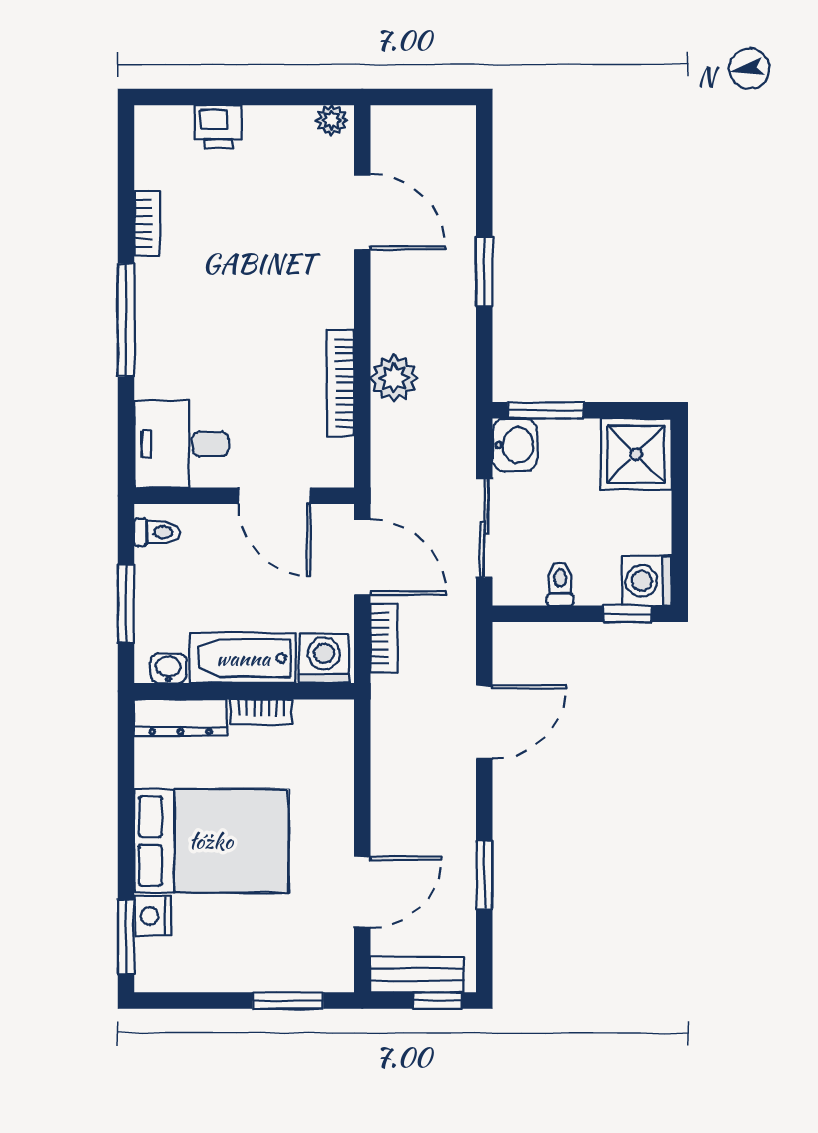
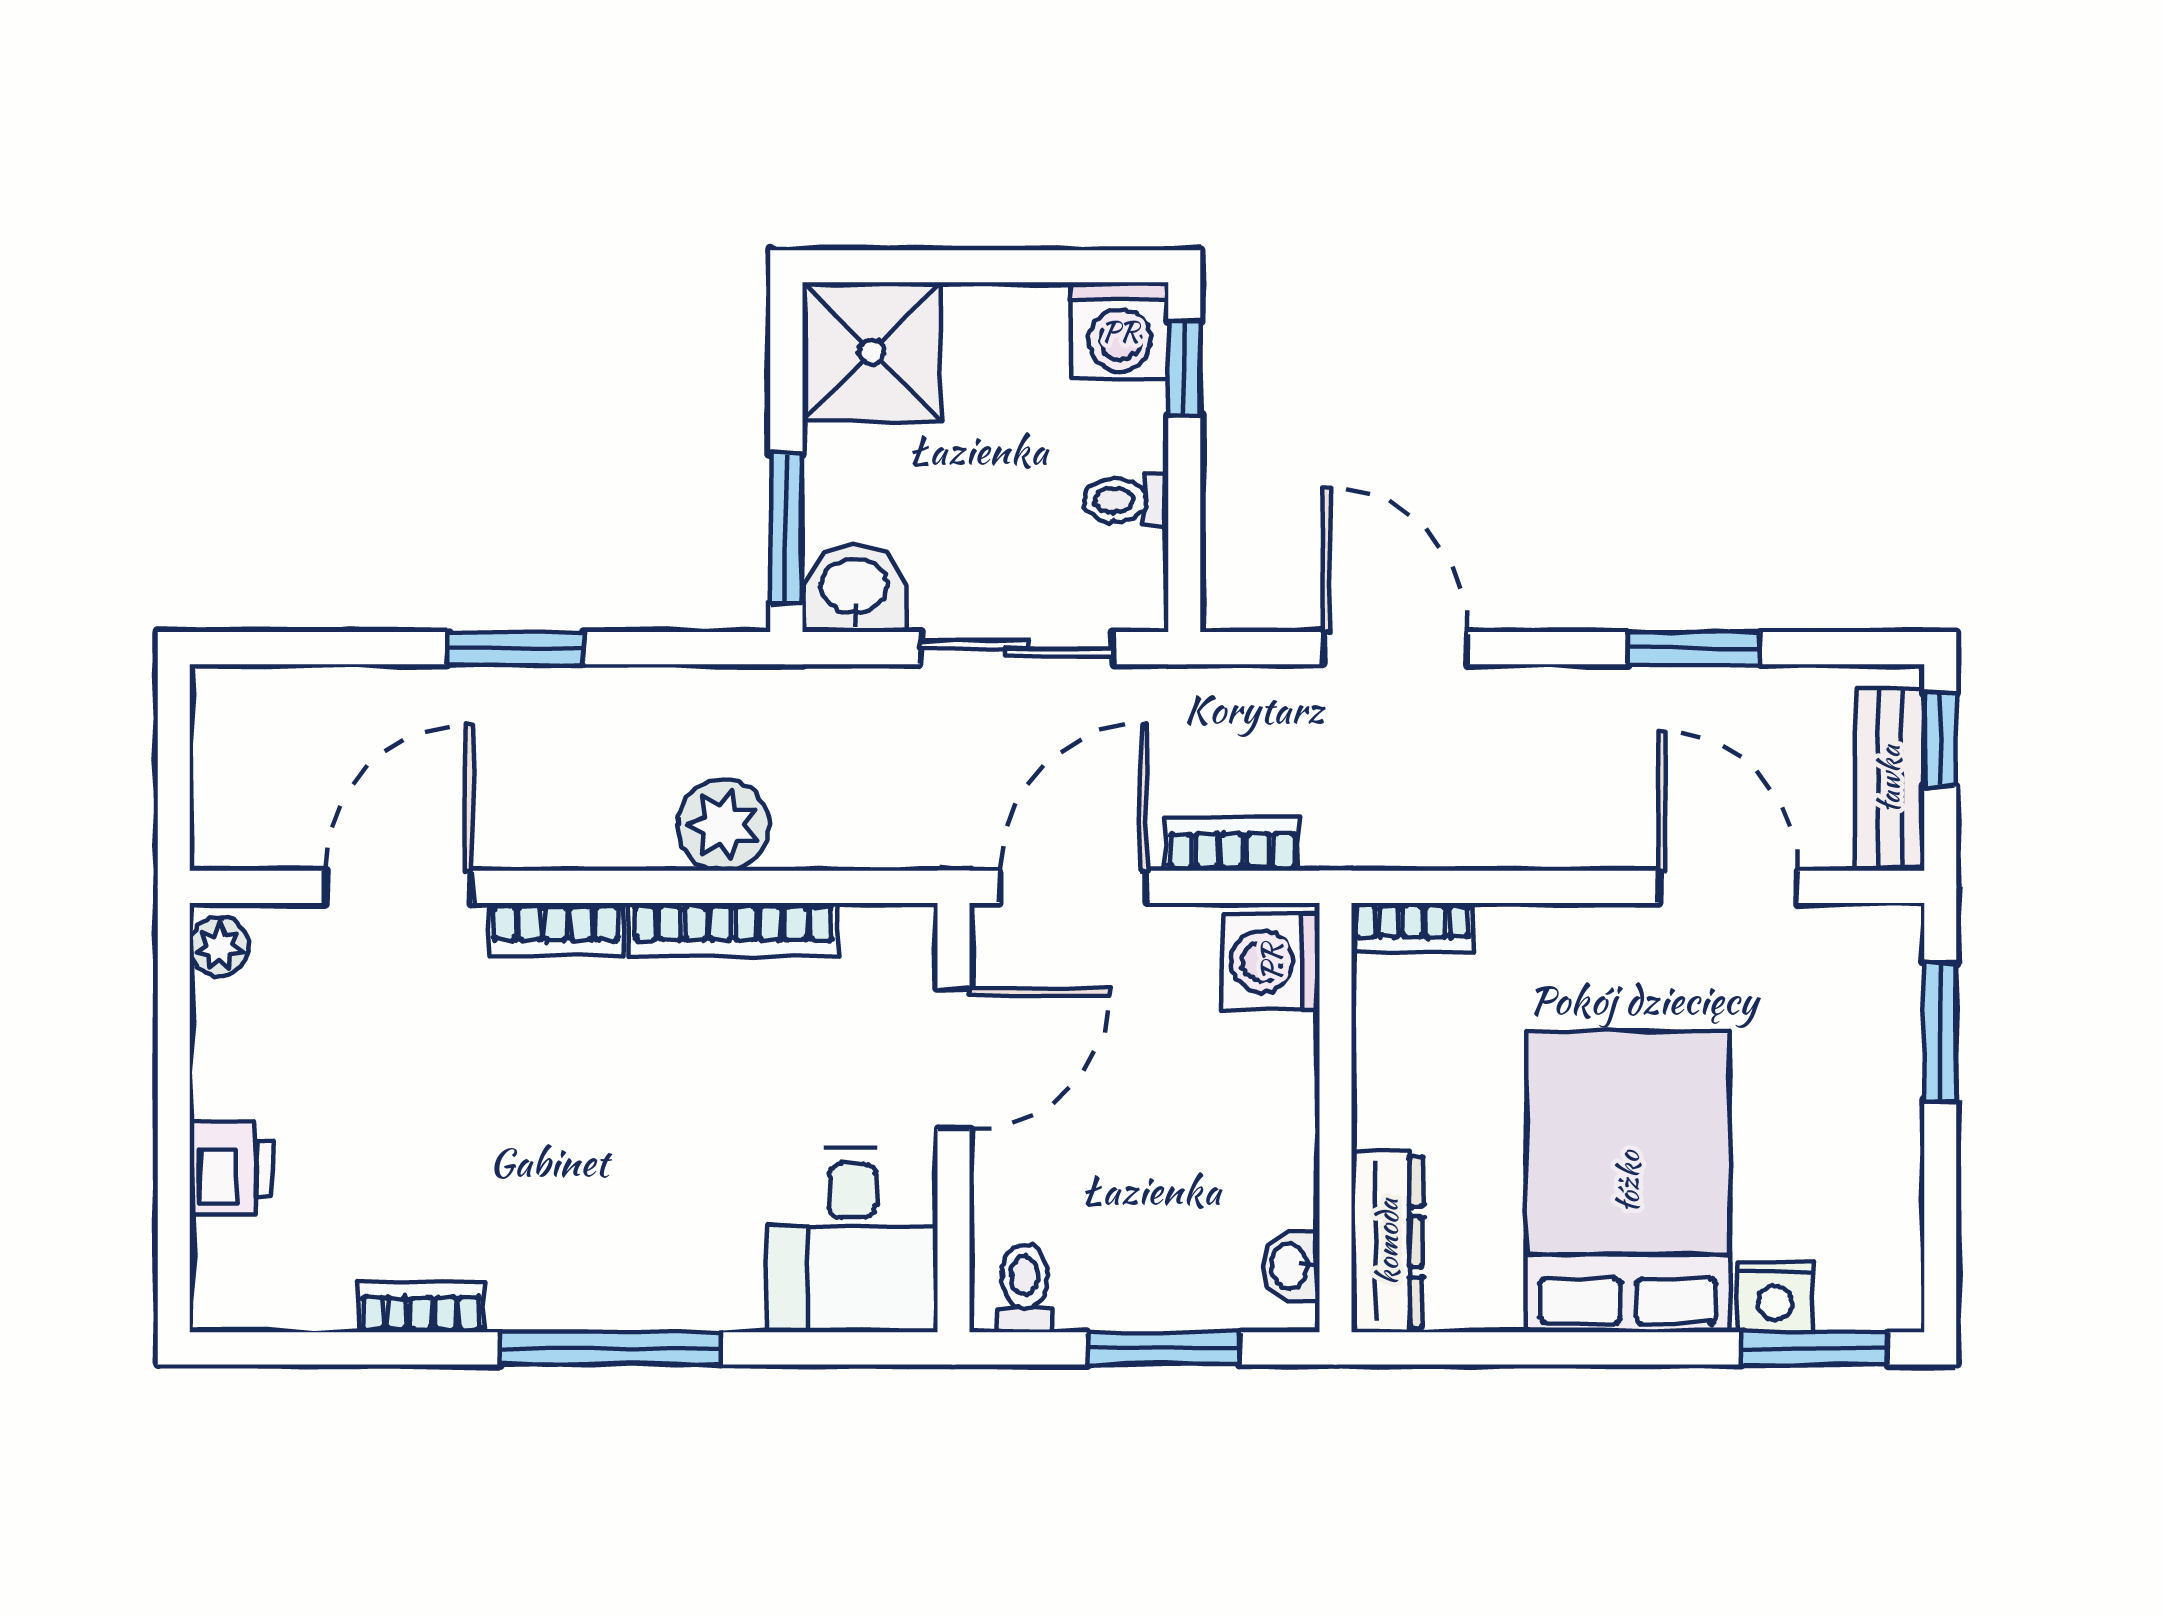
bookcase: (340, 292) -> (556, 929), added
bathtub: (243, 658) -> (1271, 1120), removed
bookcase: (261, 712) -> (1412, 927), moved, turned 90

